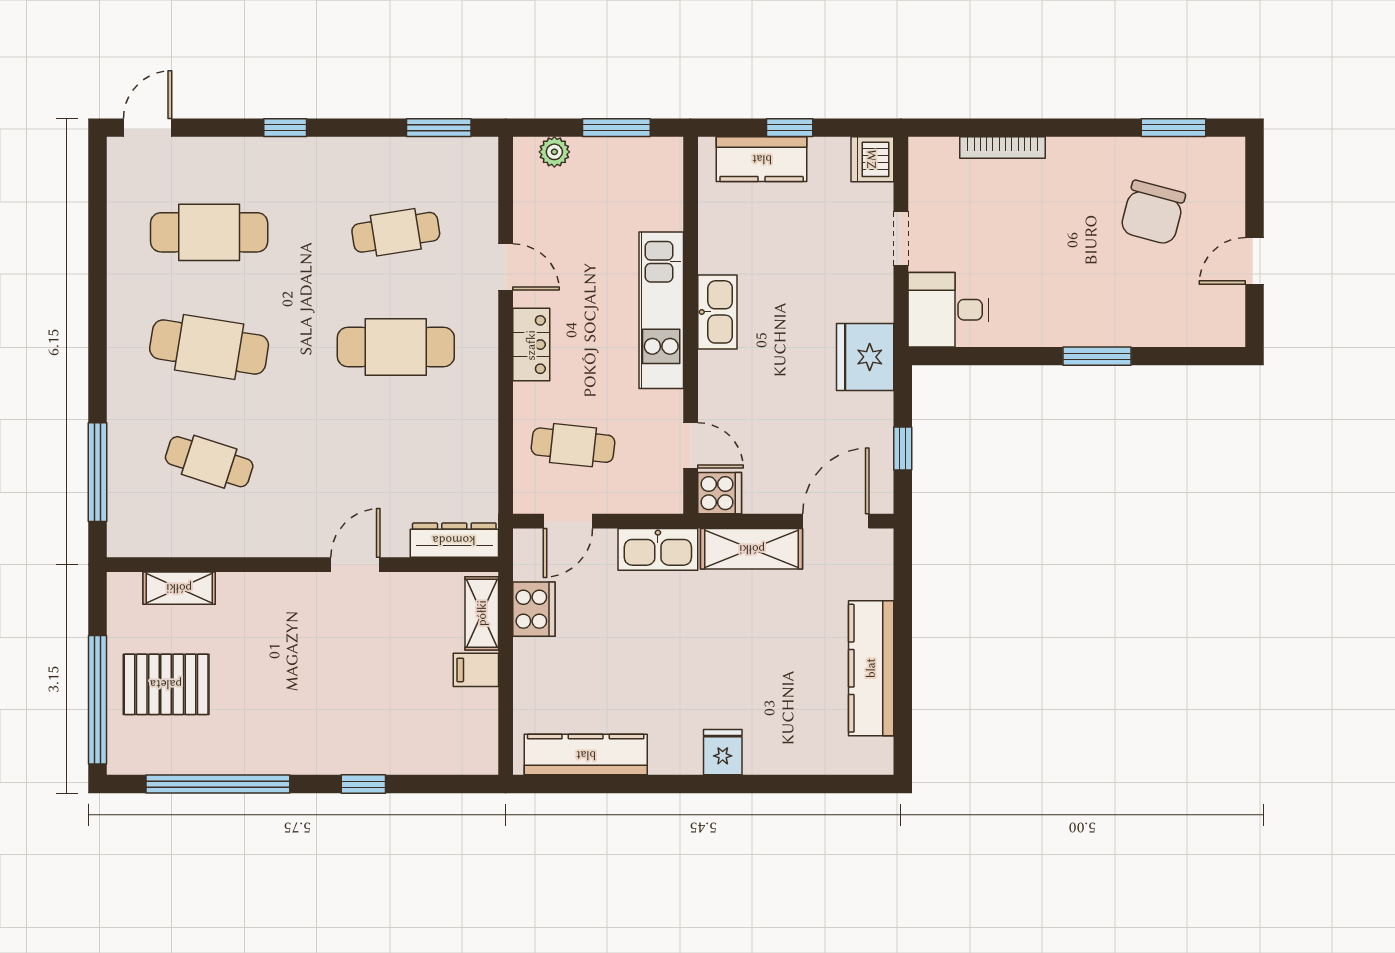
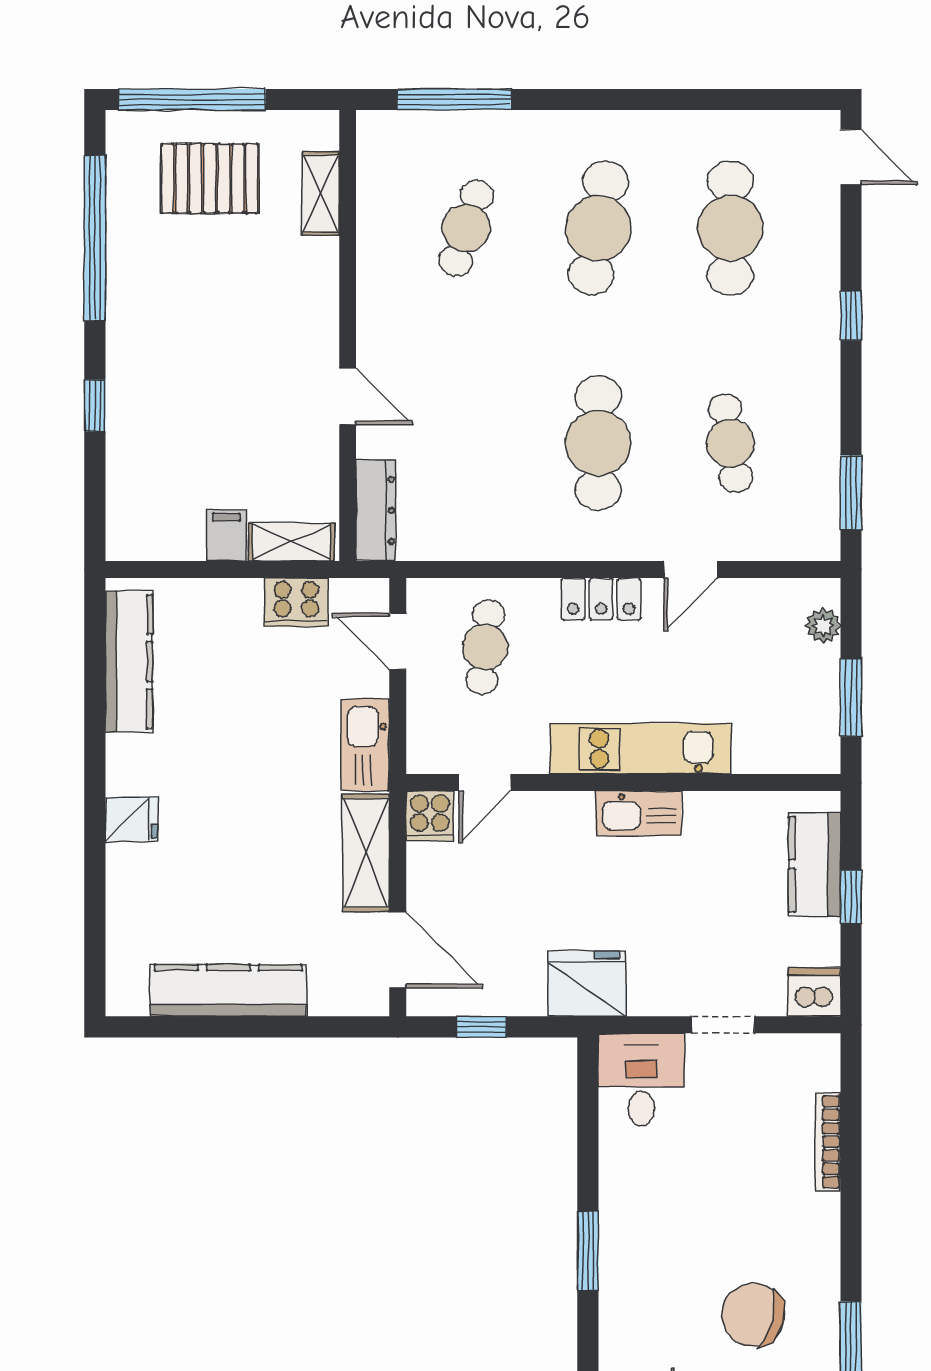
pallet: (166, 684) -> (210, 178), turned 90

